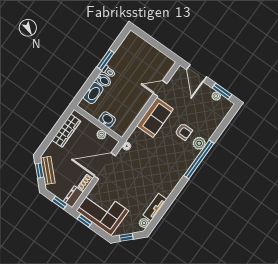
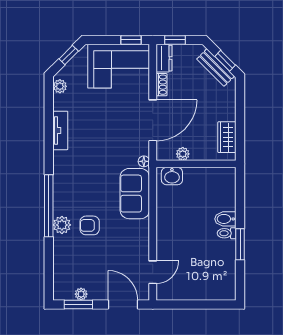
door: (160, 88) -> (153, 272), moved
washbasin: (93, 93) -> (227, 195), removed
sofa: (155, 117) -> (135, 194), moved
washbasin: (107, 120) -> (172, 176), moved
wardrobe: (66, 131) -> (227, 137), width x0.67
tv unit: (155, 207) -> (60, 130), moved

